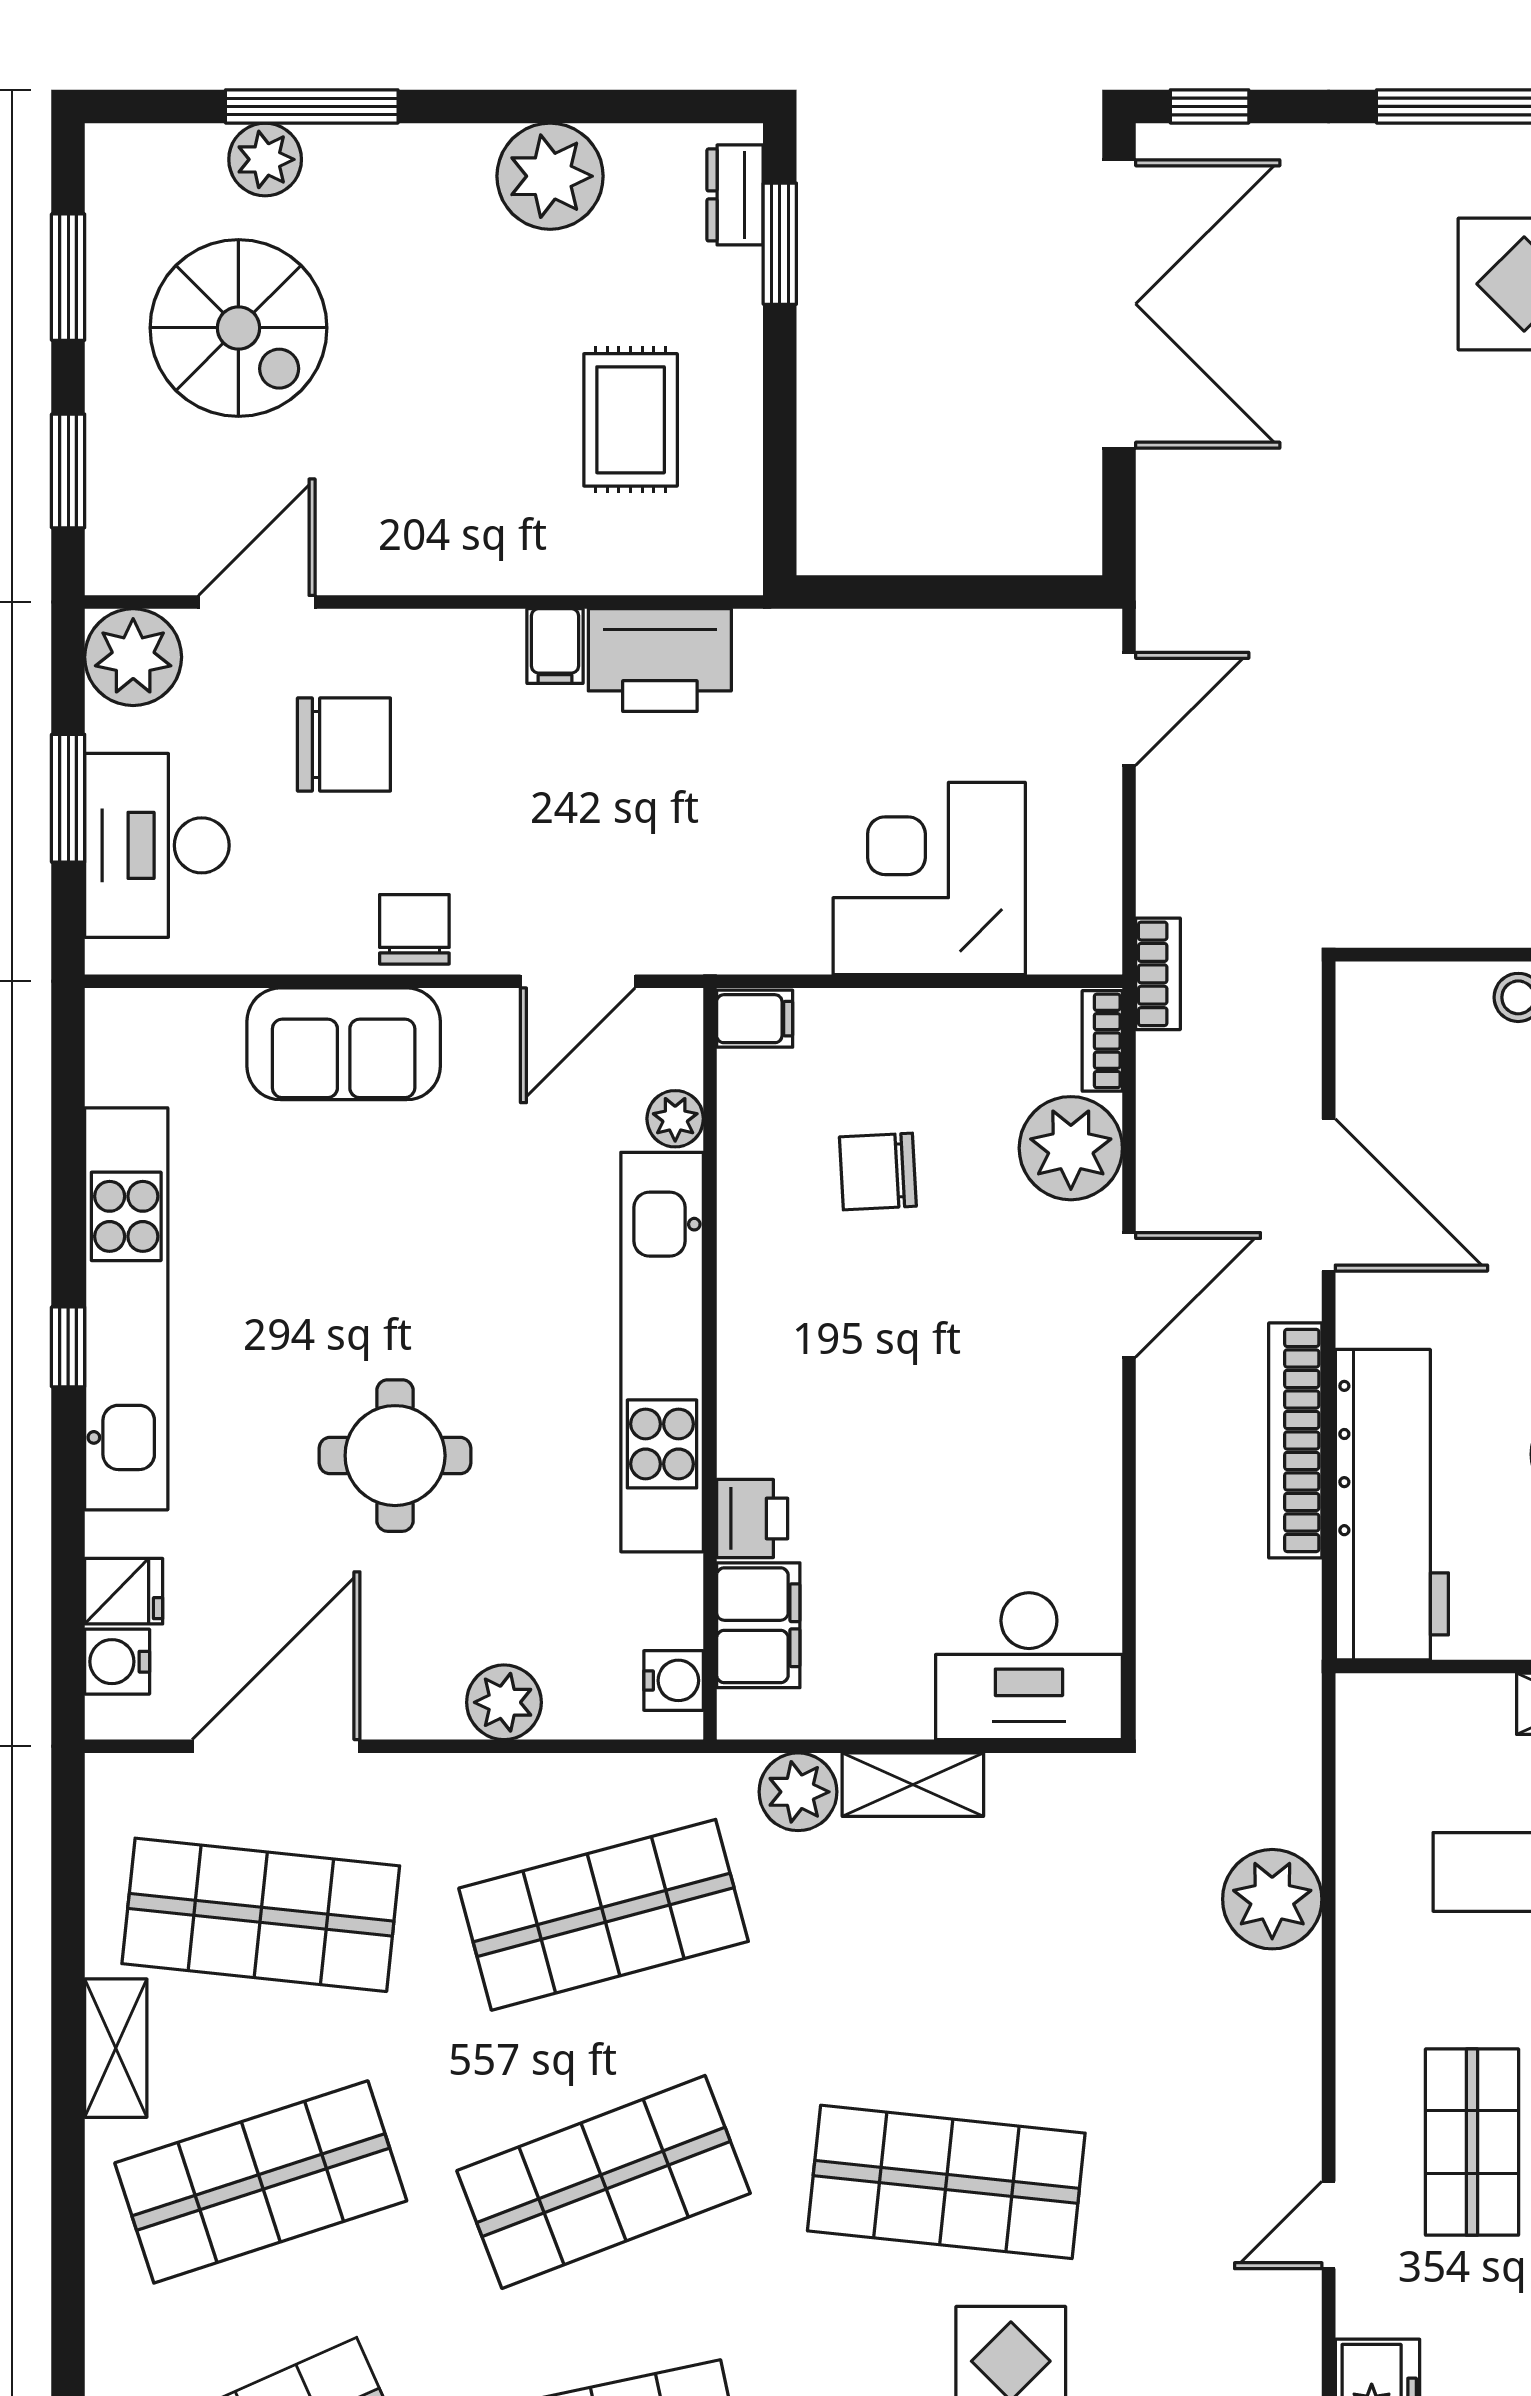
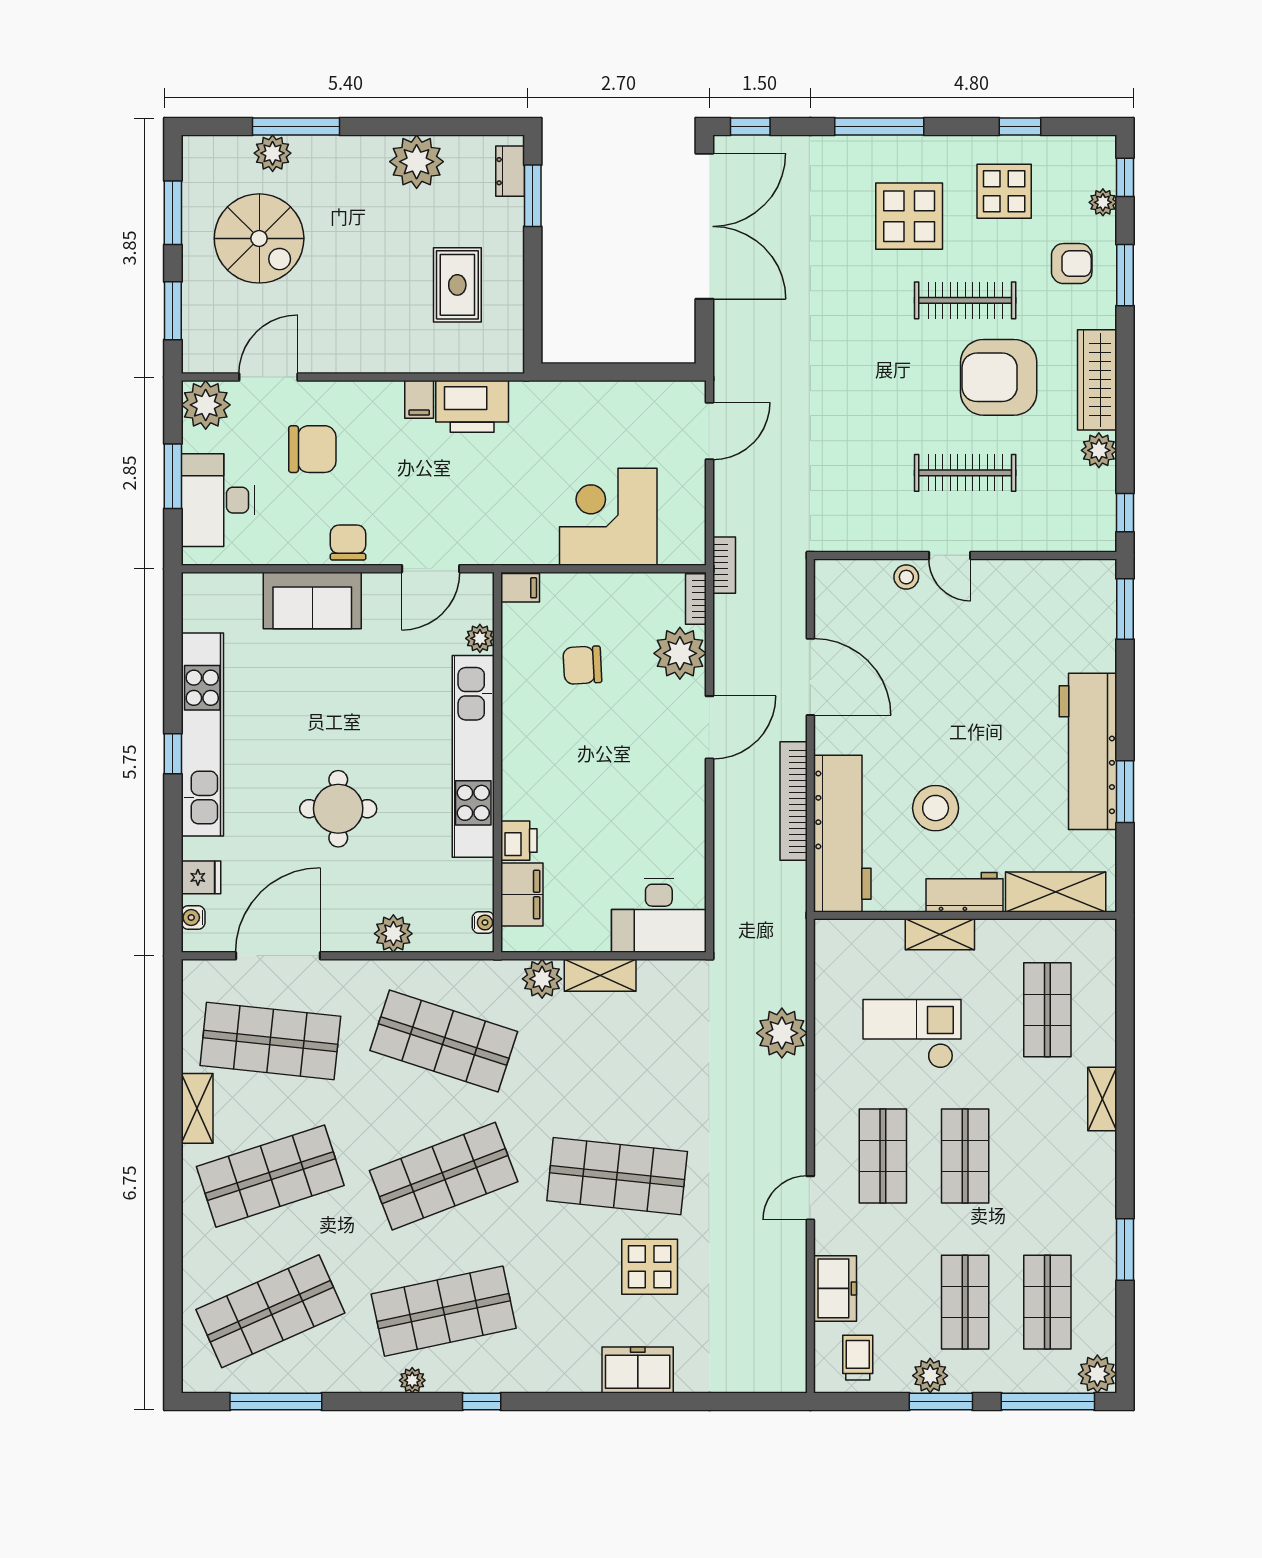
water cooler: (117, 1662) -> (193, 917), width x0.72, depth x0.72
water cooler: (674, 1680) -> (483, 922), width x0.72, depth x0.72
shop shelf: (604, 1915) -> (444, 1041), turned 33

